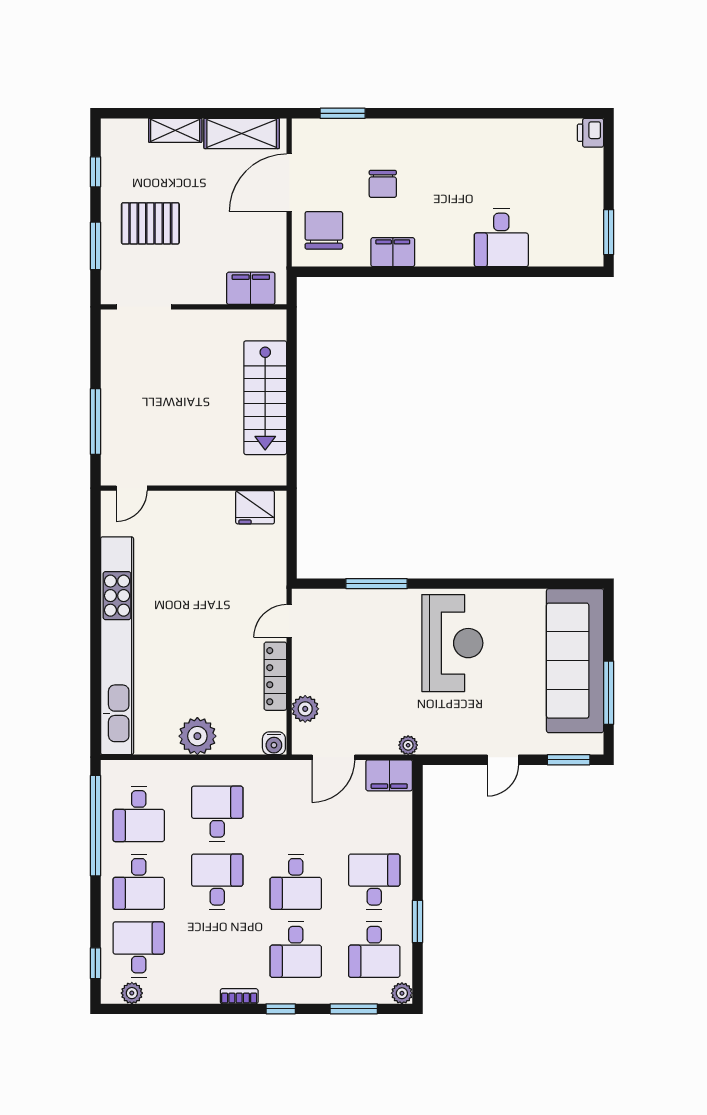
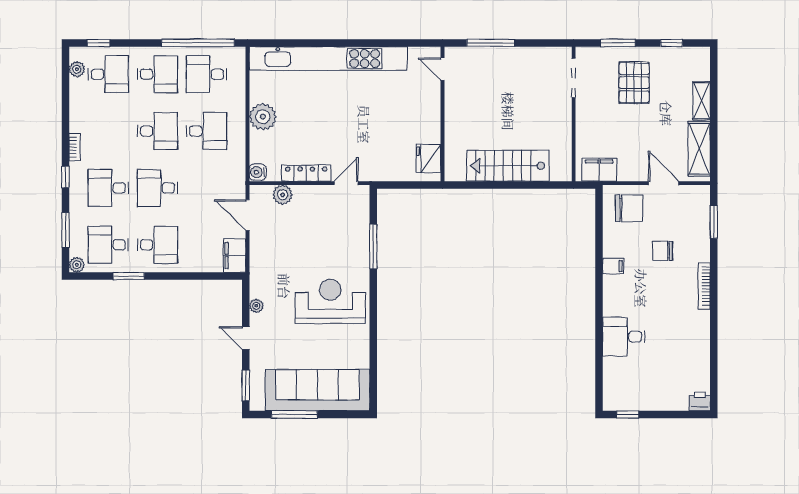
bookcase: (431, 127) -> (704, 286), added
door: (289, 183) -> (664, 183), width x0.73
window: (609, 232) -> (628, 414), width x0.67
filing cabinet: (393, 252) -> (613, 266), width x0.50
filing cabinet: (251, 288) -> (599, 170), moved, turned -90
door: (289, 621) -> (346, 183), hinge flipped
reception desk: (452, 643) -> (330, 301), turned 180
plant: (408, 745) -> (256, 306), moved
desk: (139, 882) -> (157, 74), turned 180

